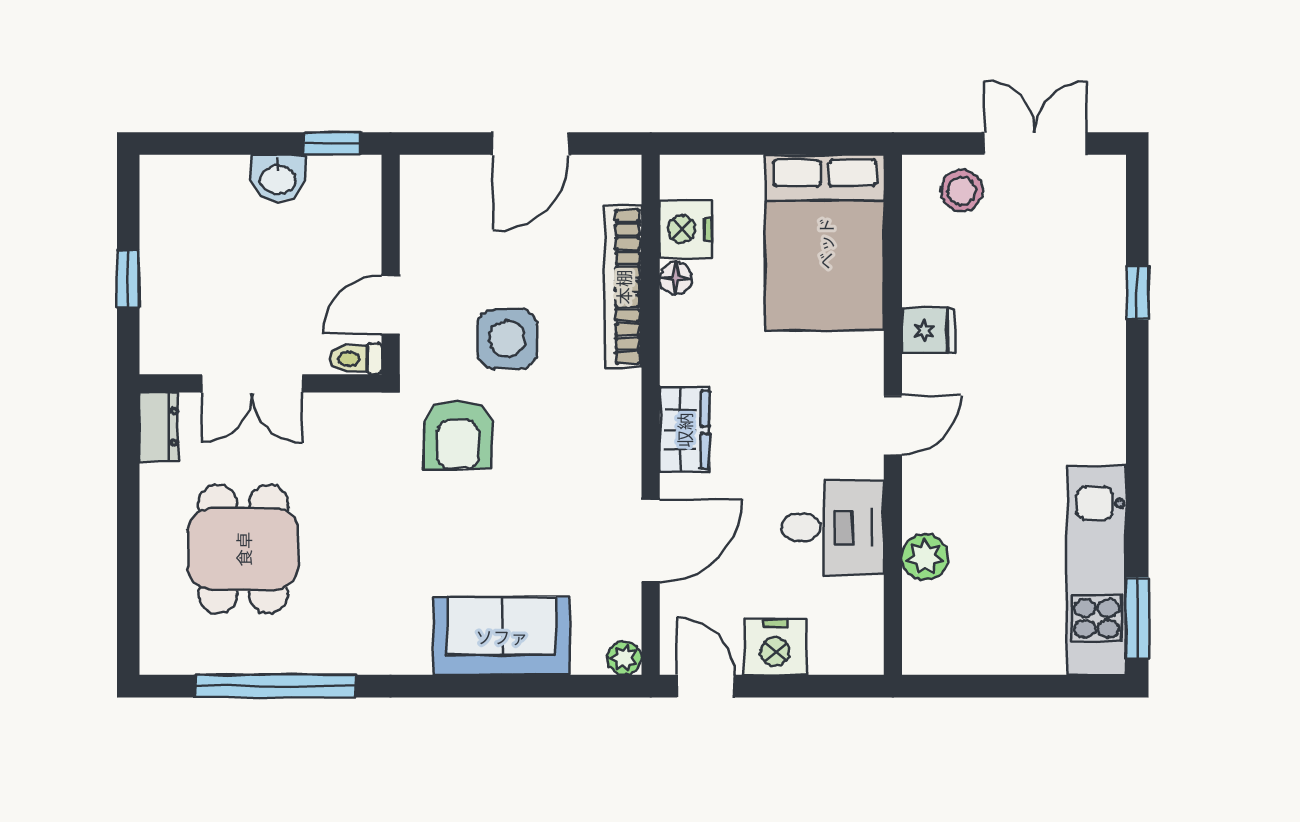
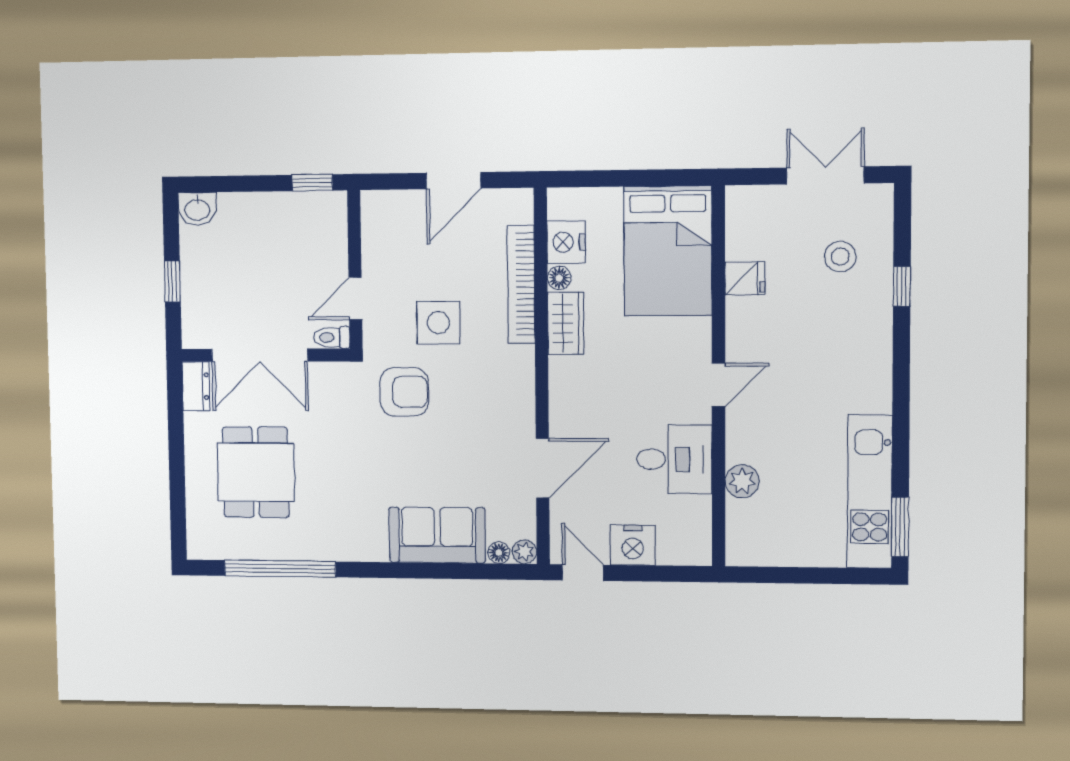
washbasin: (278, 178) -> (197, 209), moved
stool: (962, 191) -> (840, 257), moved
fridge: (929, 331) -> (745, 278), moved
double door: (252, 383) -> (260, 355), width x1.37
wardrobe: (684, 430) -> (566, 323), moved
armchair: (458, 435) -> (404, 392), turned -90
floor lamp: (588, 660) -> (499, 553), added

